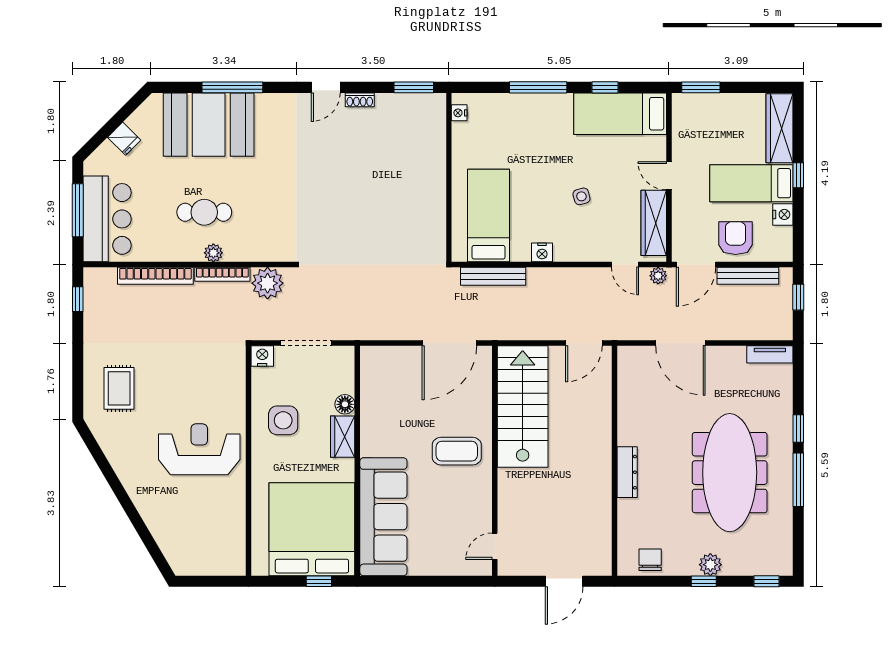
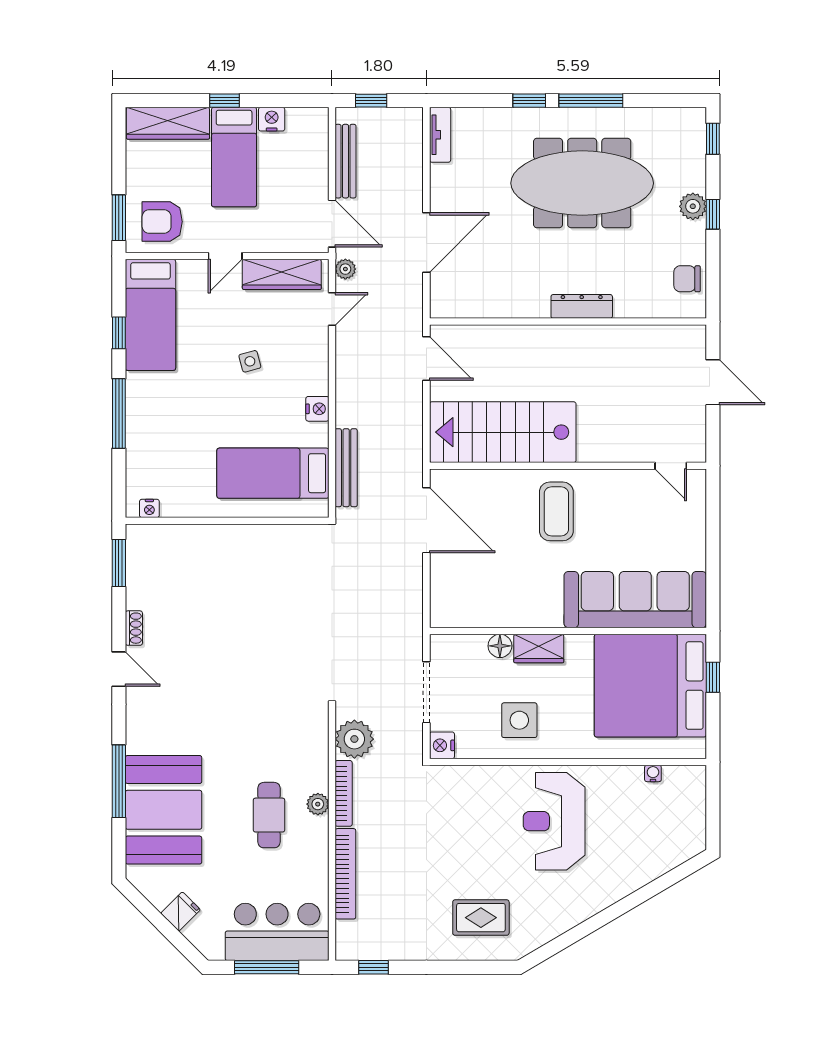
armchair: (736, 238) -> (162, 222), moved
water cooler: (239, 531) -> (653, 773), added

